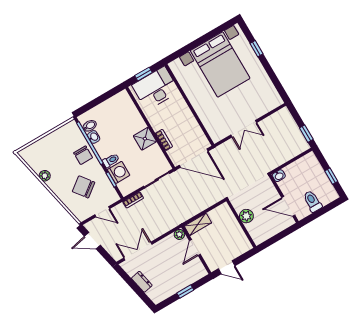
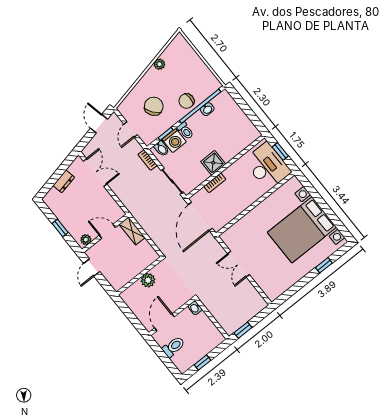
bidet: (90, 126) -> (162, 149), moved
plant: (179, 234) -> (86, 240), moved

